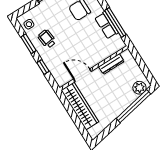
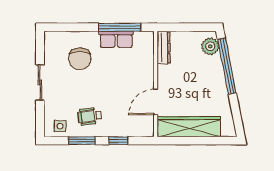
dresser: (111, 64) -> (164, 47), moved

